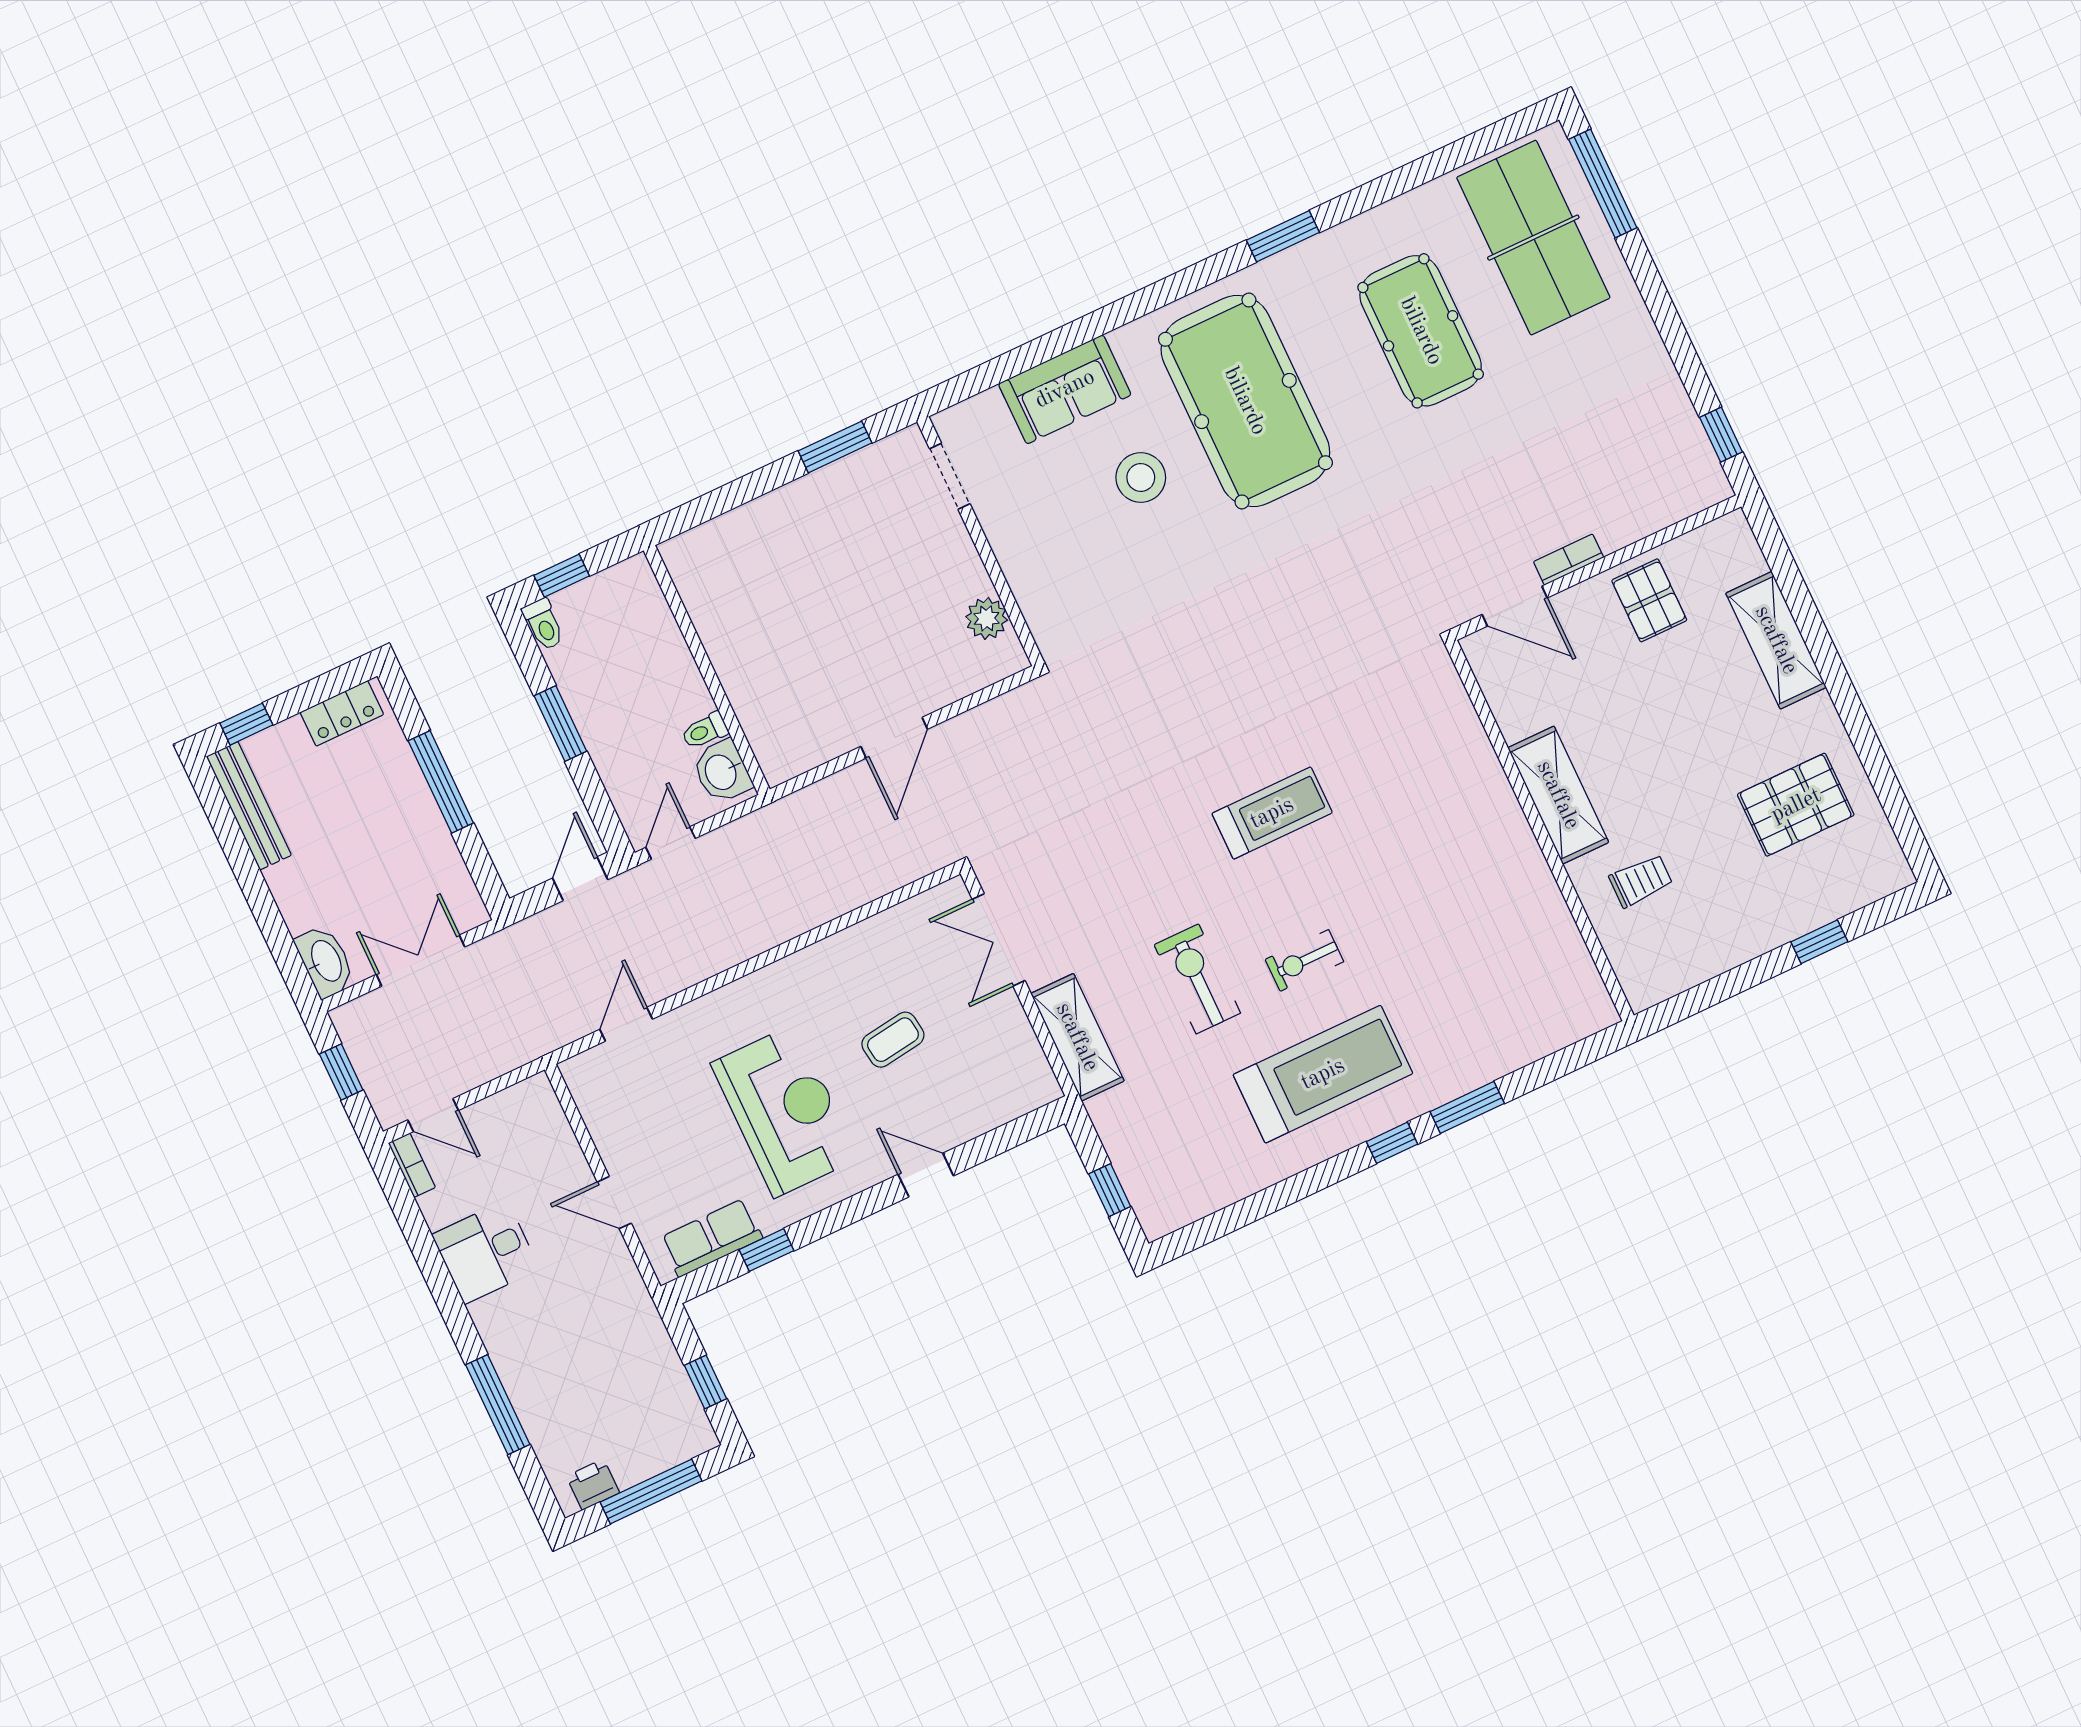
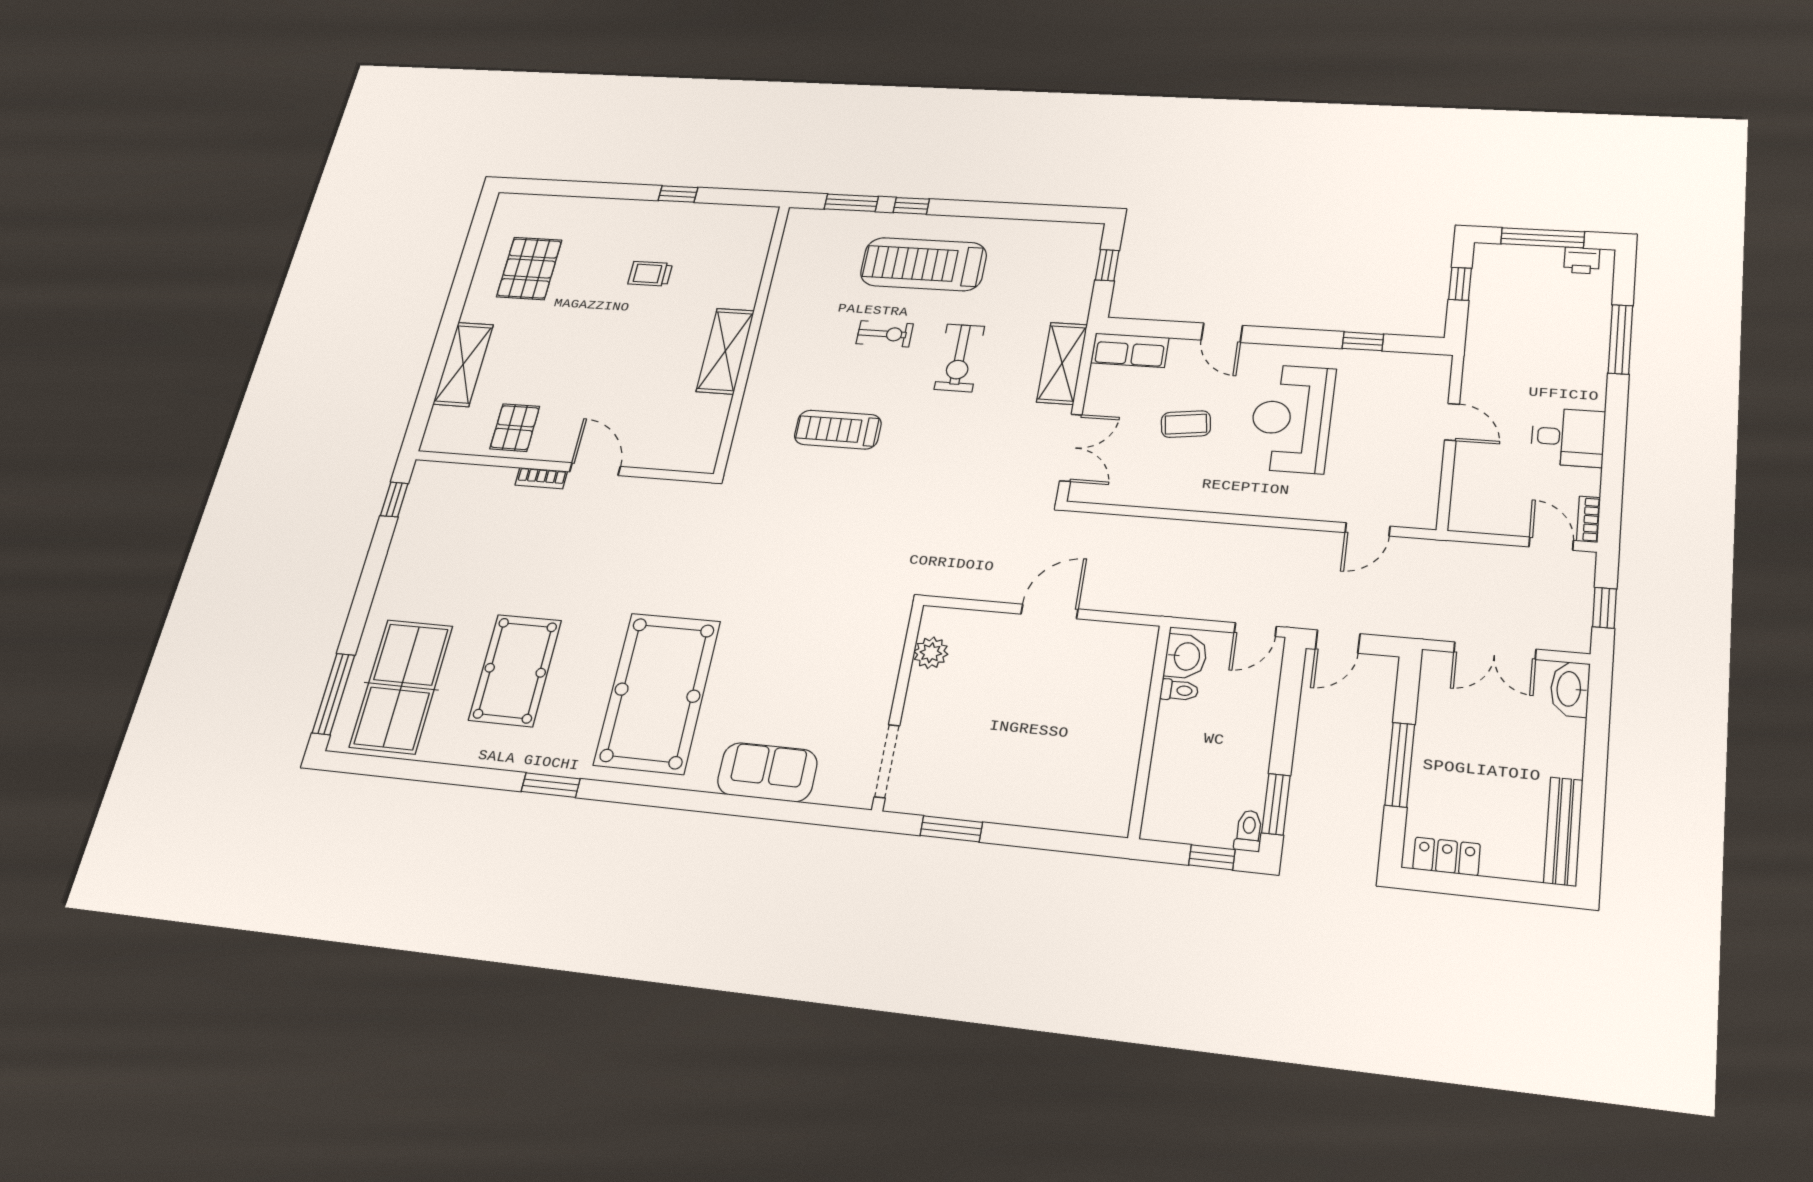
doorway: (950, 476) -> (887, 761), width x1.38
stool: (1141, 478) -> (762, 684), removed
window: (560, 723) -> (1276, 804), moved
window: (246, 724) -> (1529, 892), removed
shelving: (1558, 795) -> (725, 351), moved
pallet: (1796, 805) -> (529, 268), turned 90
wall: (1540, 830) -> (752, 337), moved
window: (1819, 942) -> (678, 194), moved
row of seats: (711, 1238) -> (1130, 350), moved

